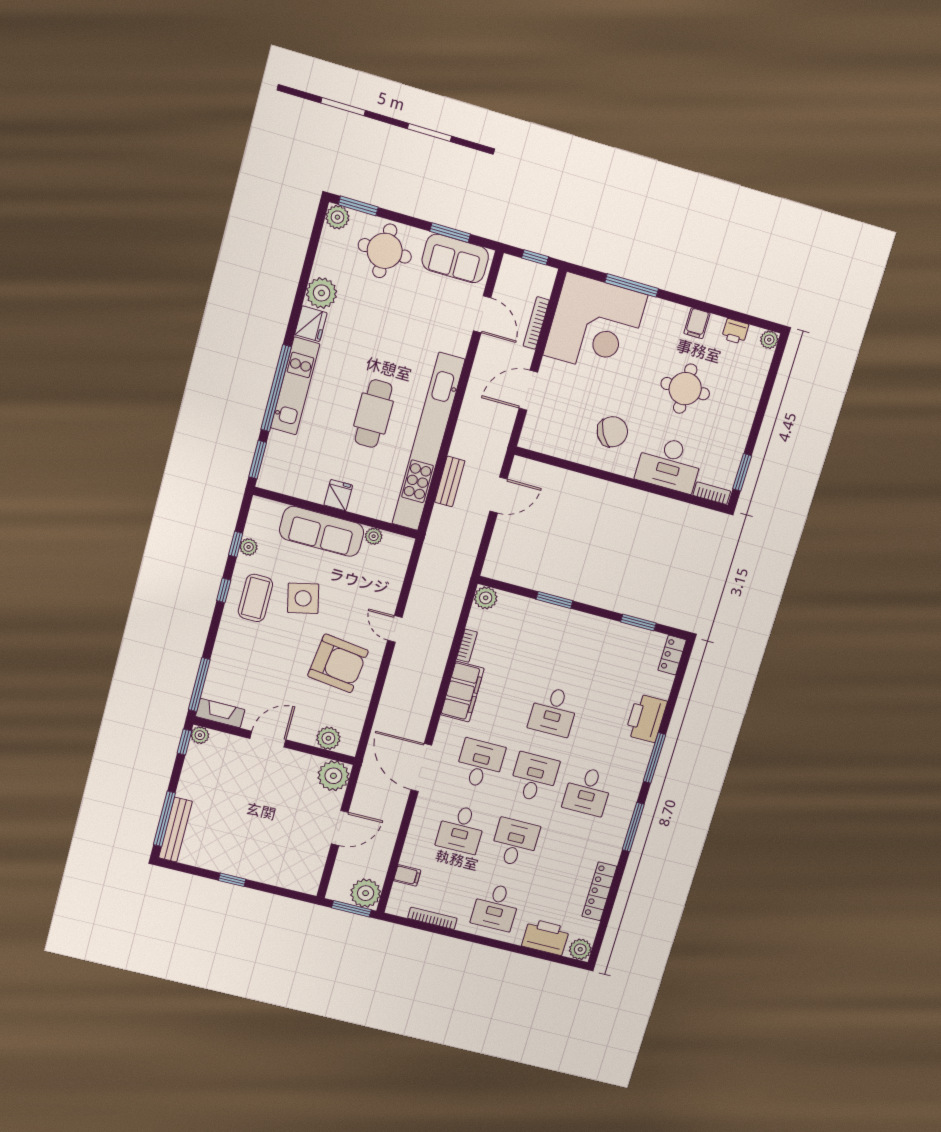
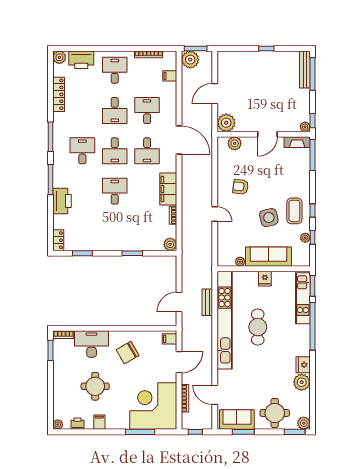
kitchen unit: (295, 386) -> (303, 298), moved
filing cabinet: (533, 436) -> (170, 339), added
armchair: (338, 663) -> (241, 187), width x0.53, depth x0.53

